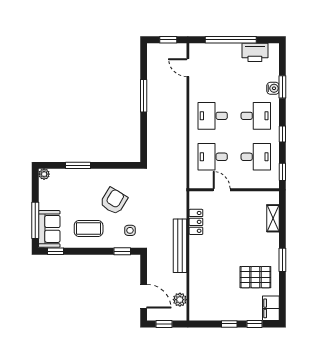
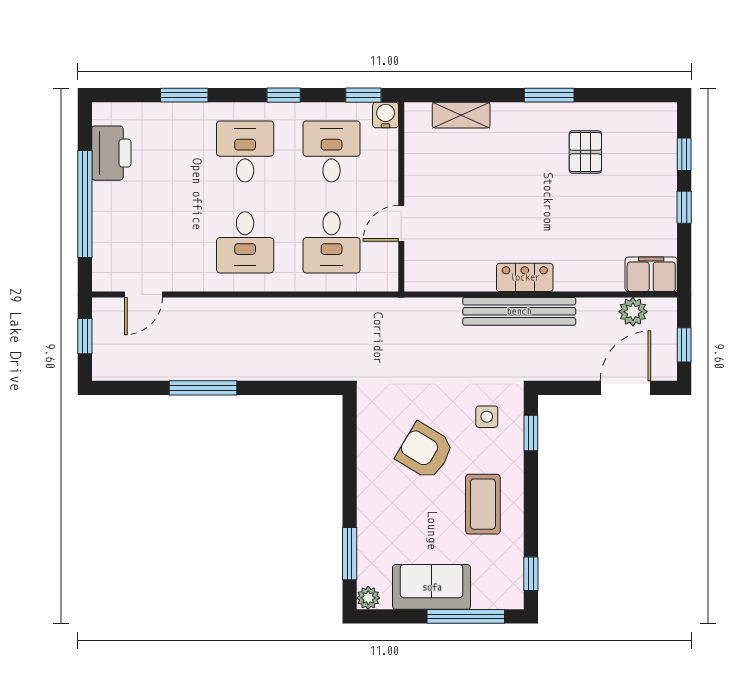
water cooler: (273, 88) -> (386, 115), moved
window: (78, 165) -> (350, 554), moved
locker: (196, 222) -> (525, 277), moved
sofa: (49, 229) -> (432, 587), moved
pallet: (255, 277) -> (585, 152), width x0.67, depth x0.71
filing cabinet: (271, 308) -> (651, 274), moved, turned 180

